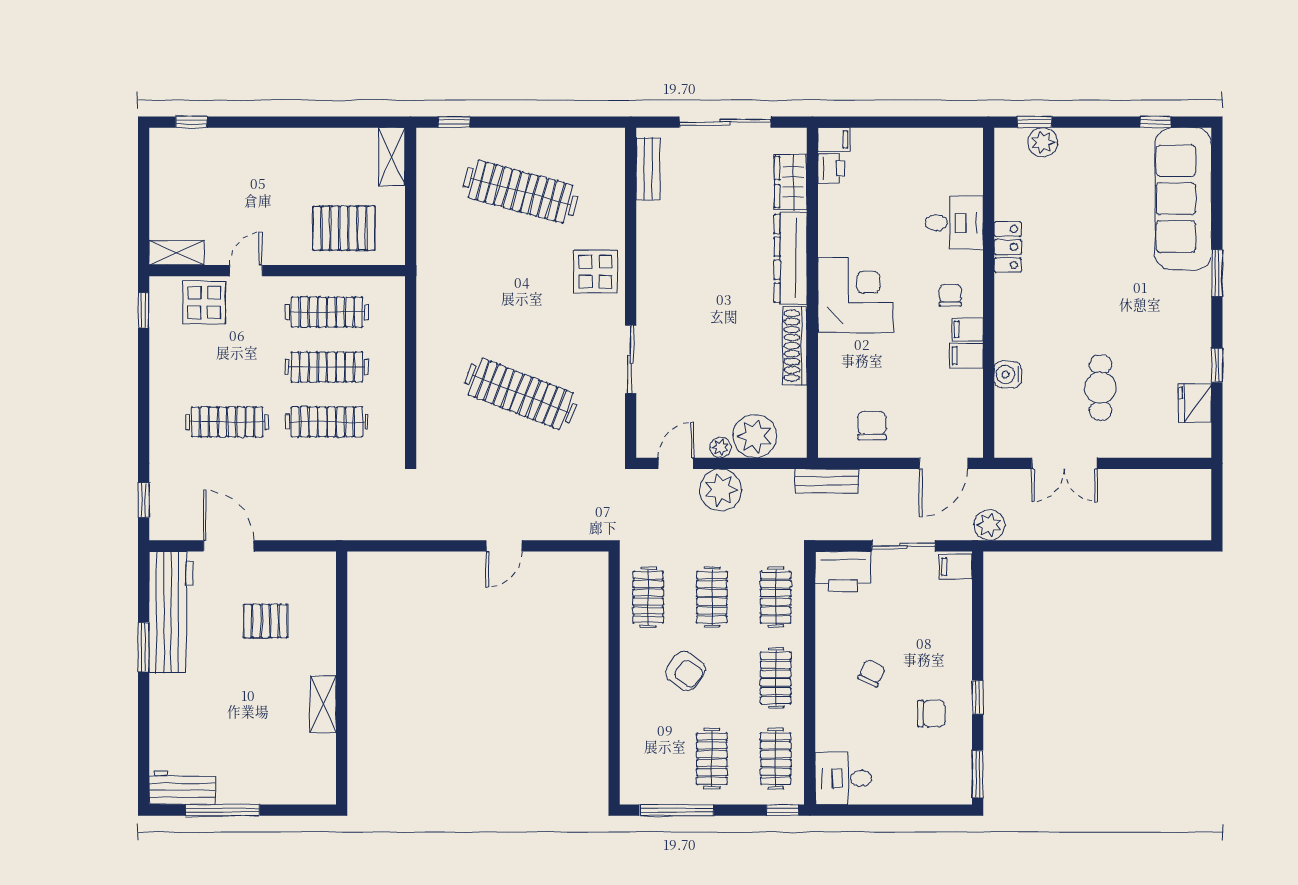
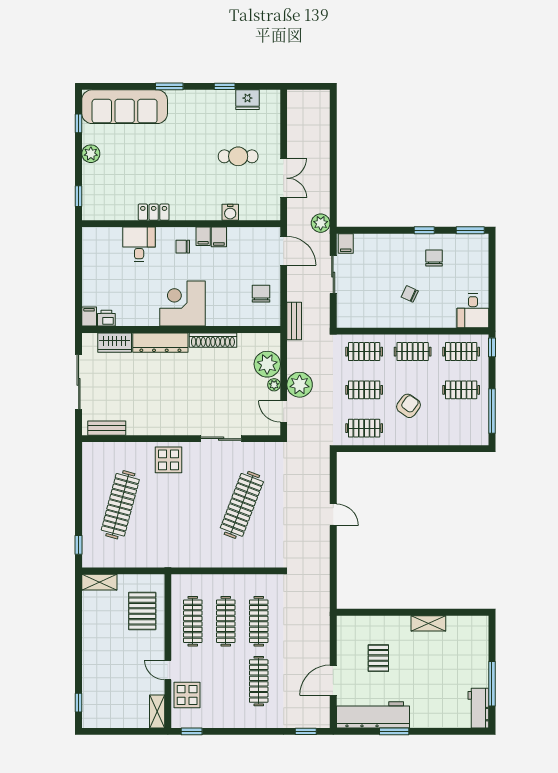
plant: (1043, 142) -> (91, 154), moved
chair: (872, 426) -> (261, 294), turned 90
printer: (843, 571) -> (349, 311), removed

